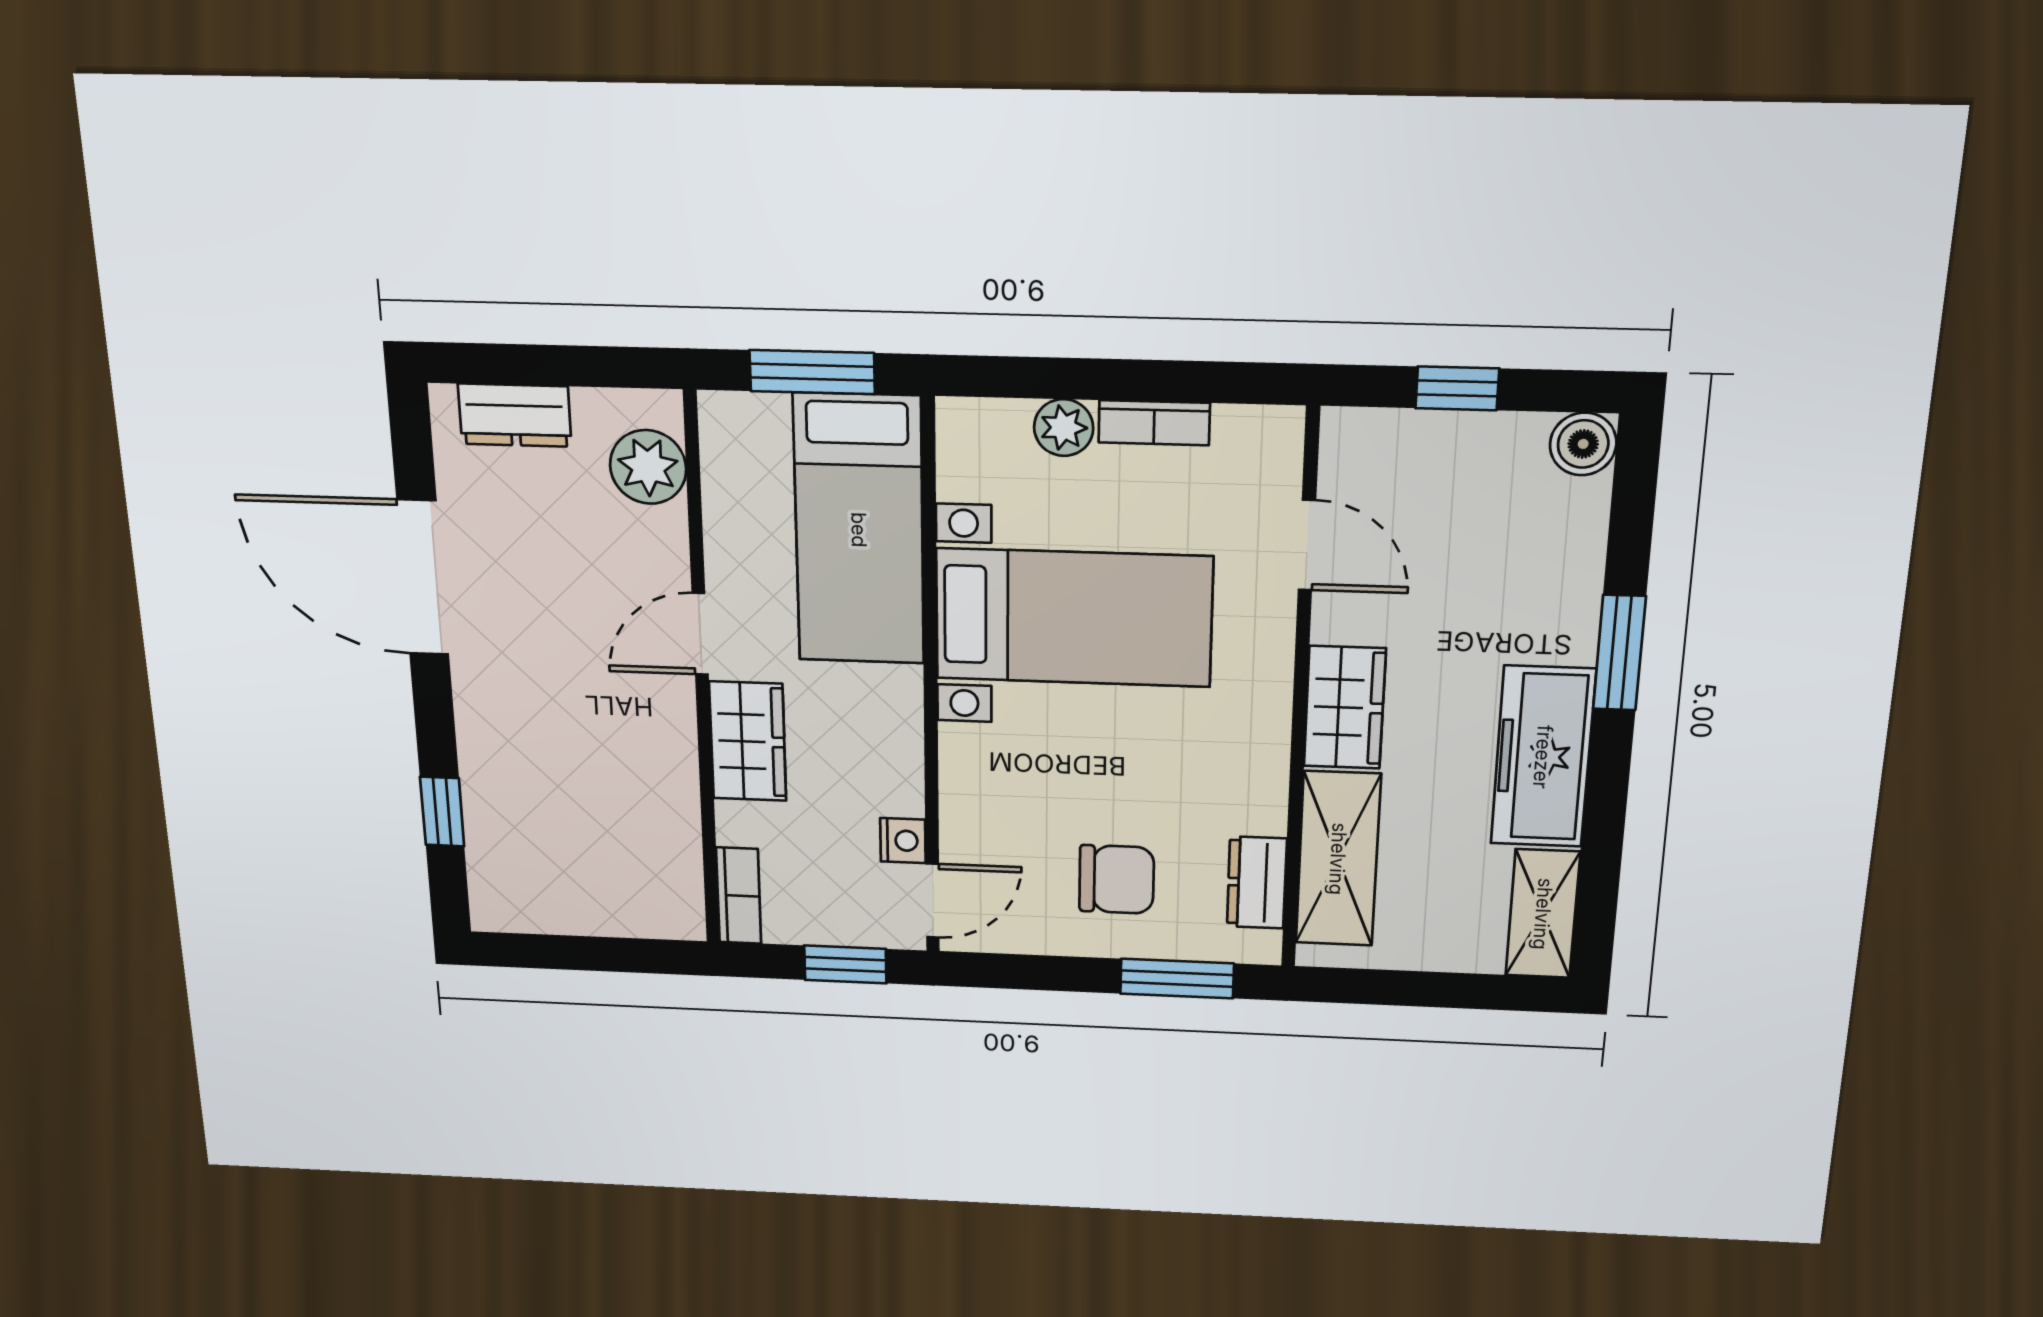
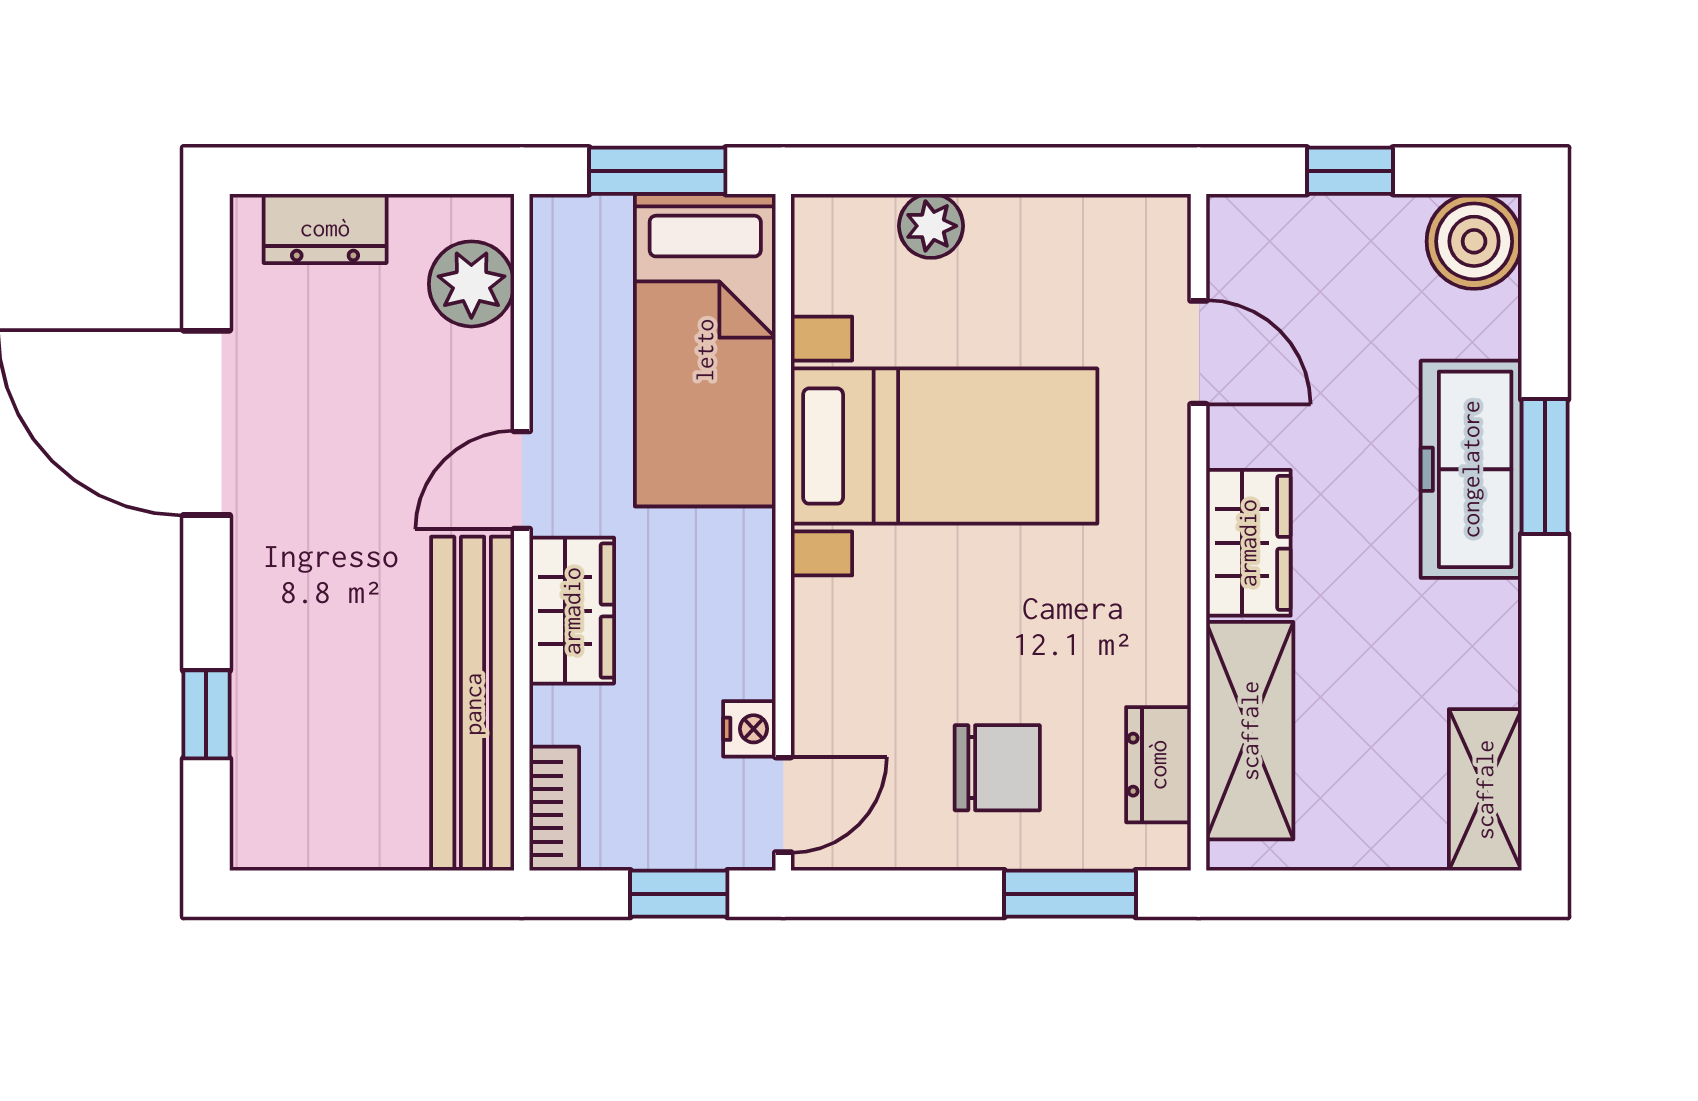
bookcase: (1154, 423) -> (1029, 218), removed
boiler: (1583, 444) -> (1474, 241), width x1.36, depth x1.36
freezer: (1543, 757) -> (1471, 469), moved
bench: (666, 812) -> (473, 704), added

